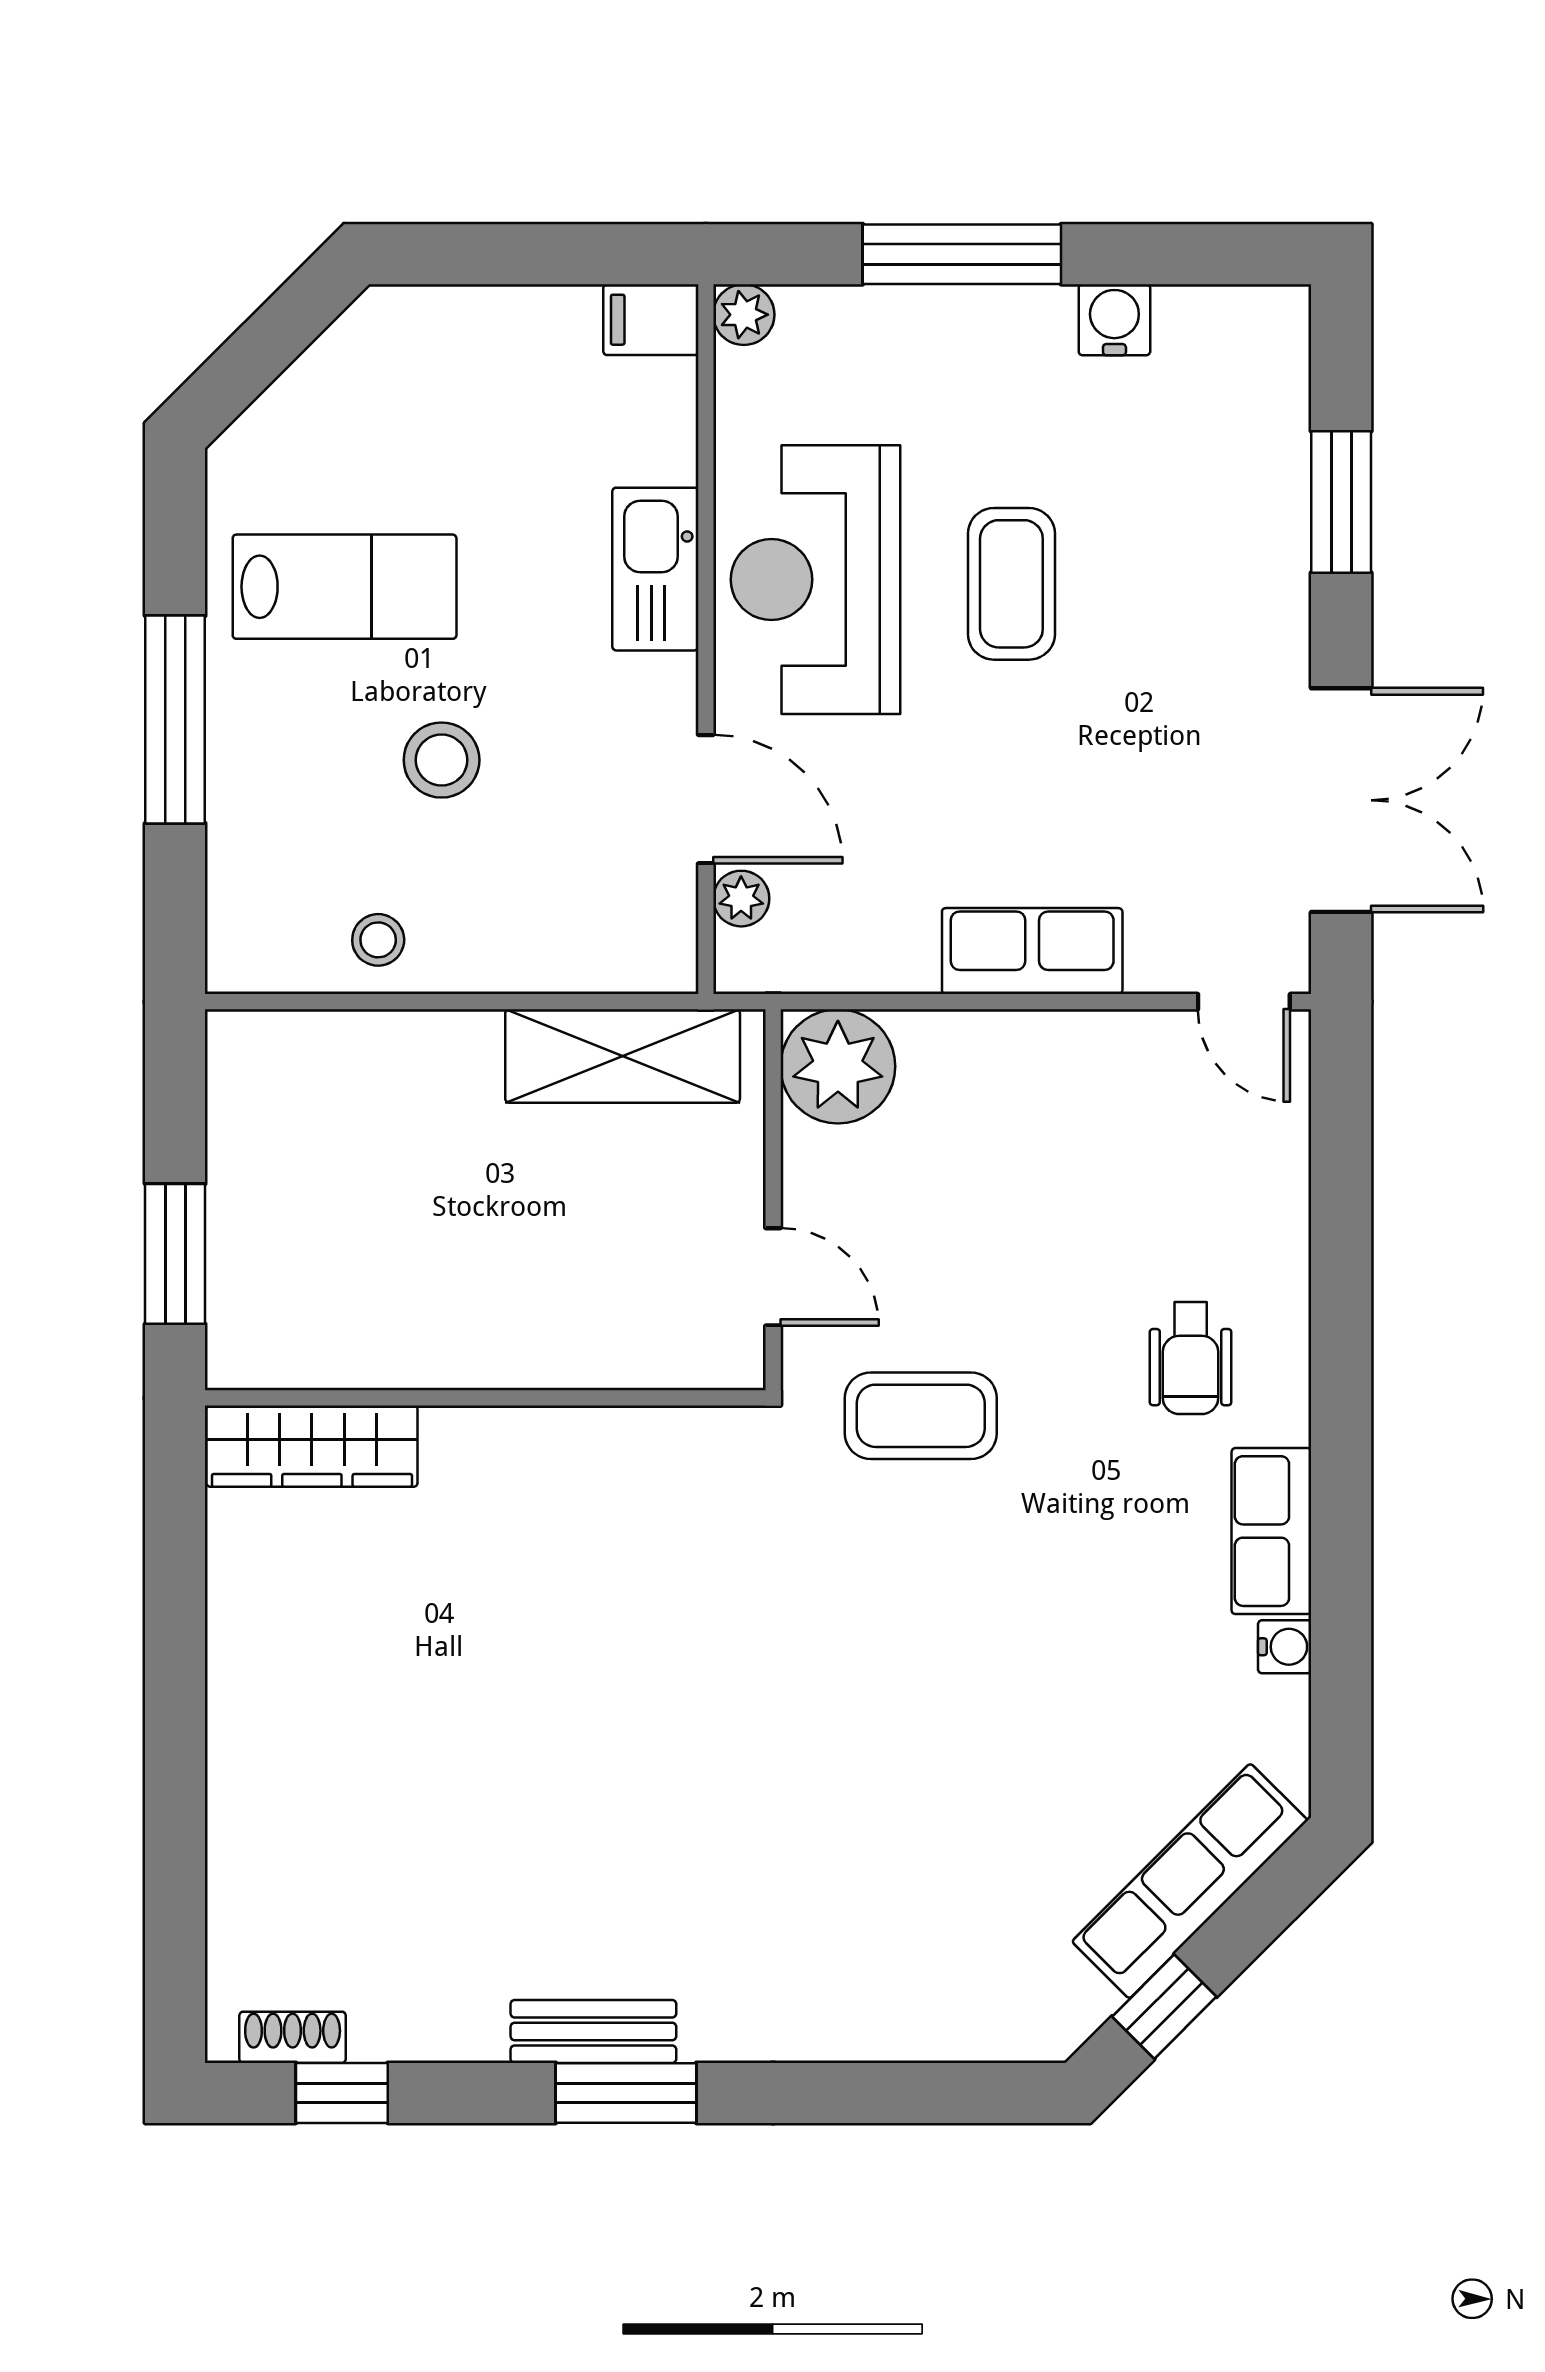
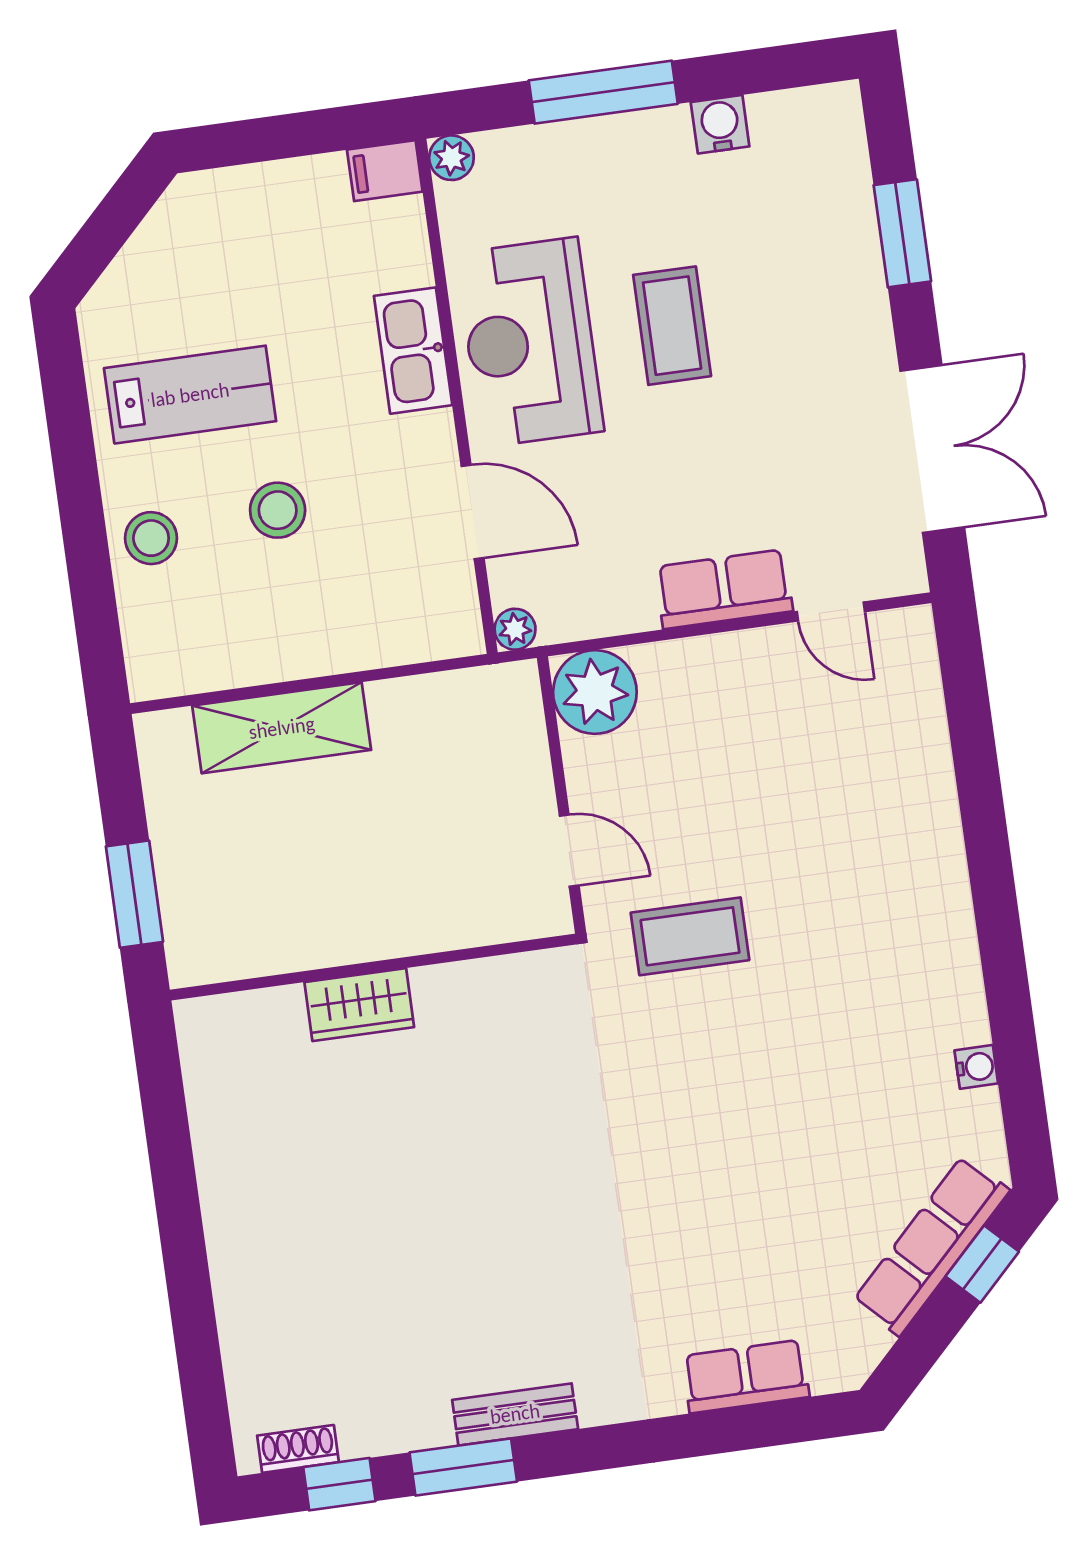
window: (175, 719) -> (81, 508), removed
plant: (741, 899) -> (515, 629), moved
stool: (378, 940) -> (151, 538), moved, width x1.37, depth x1.37
door: (1244, 1002) -> (831, 612), moved
shelving: (623, 1056) -> (282, 728), moved
wheelchair: (1191, 1358) -> (879, 868), removed
wardrobe: (312, 1446) -> (359, 1005), moved, width x0.67
row of seats: (1271, 1531) -> (746, 1376), moved, turned 90
window: (1164, 2007) -> (982, 1264), moved
window: (626, 2093) -> (463, 1467), moved

